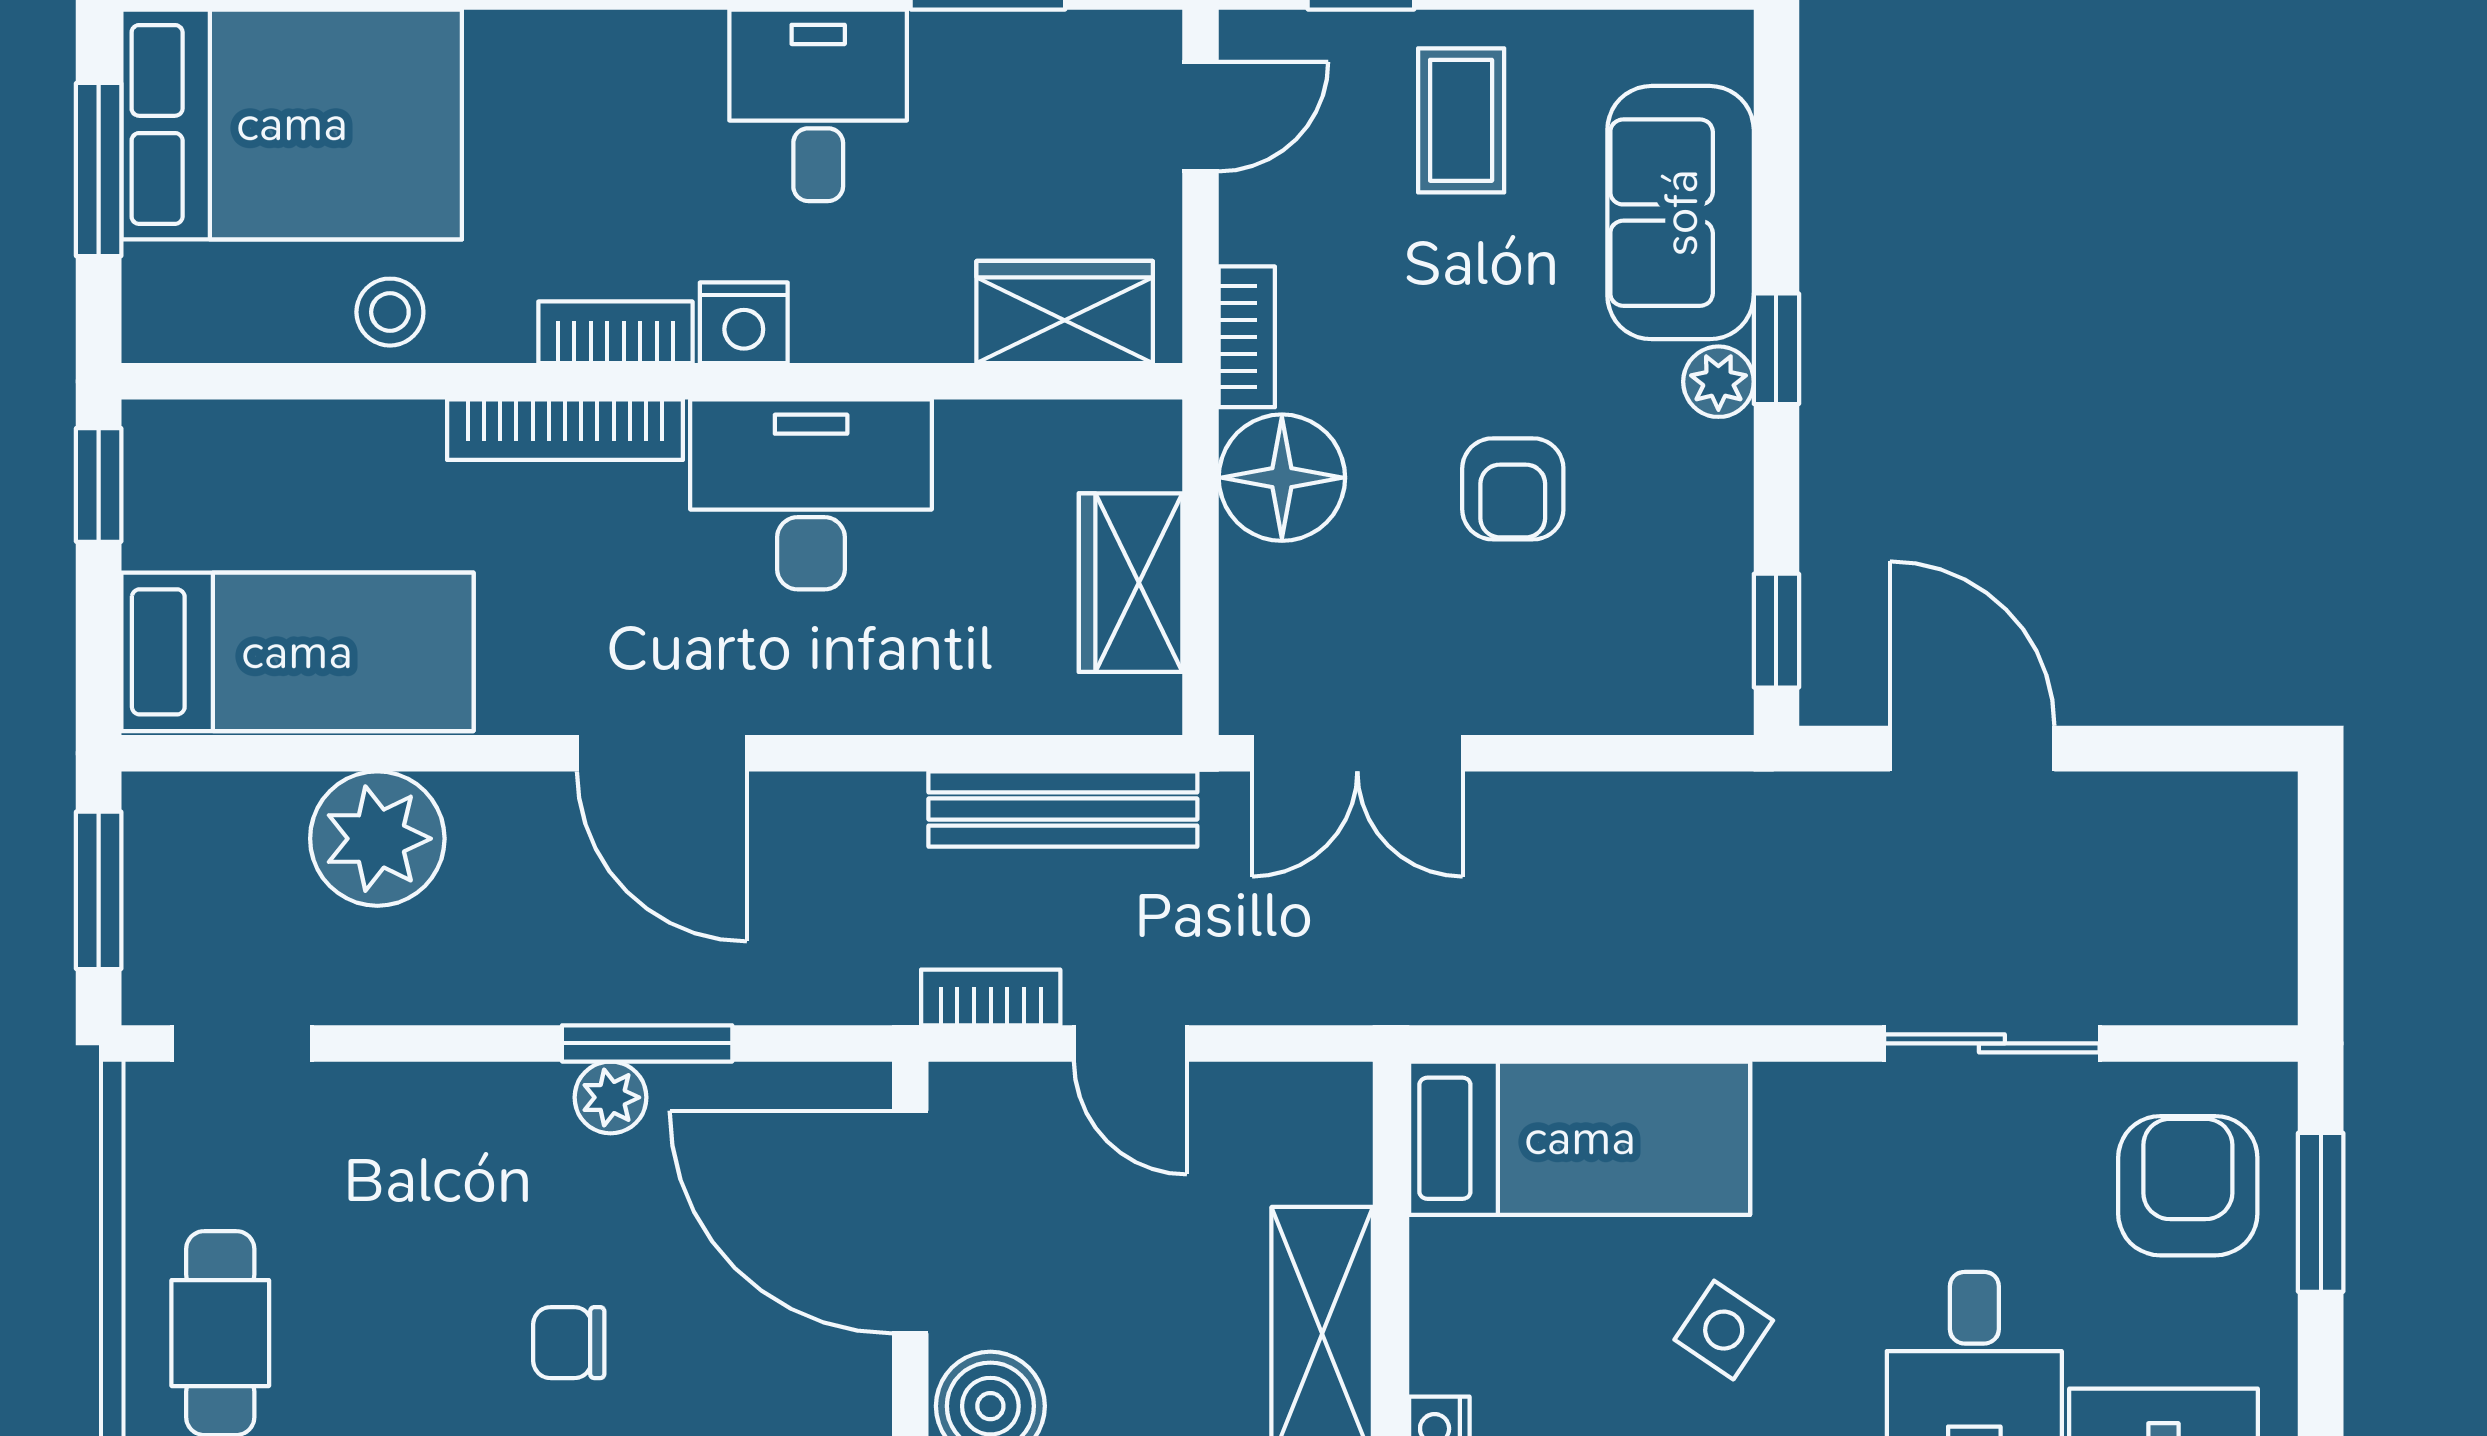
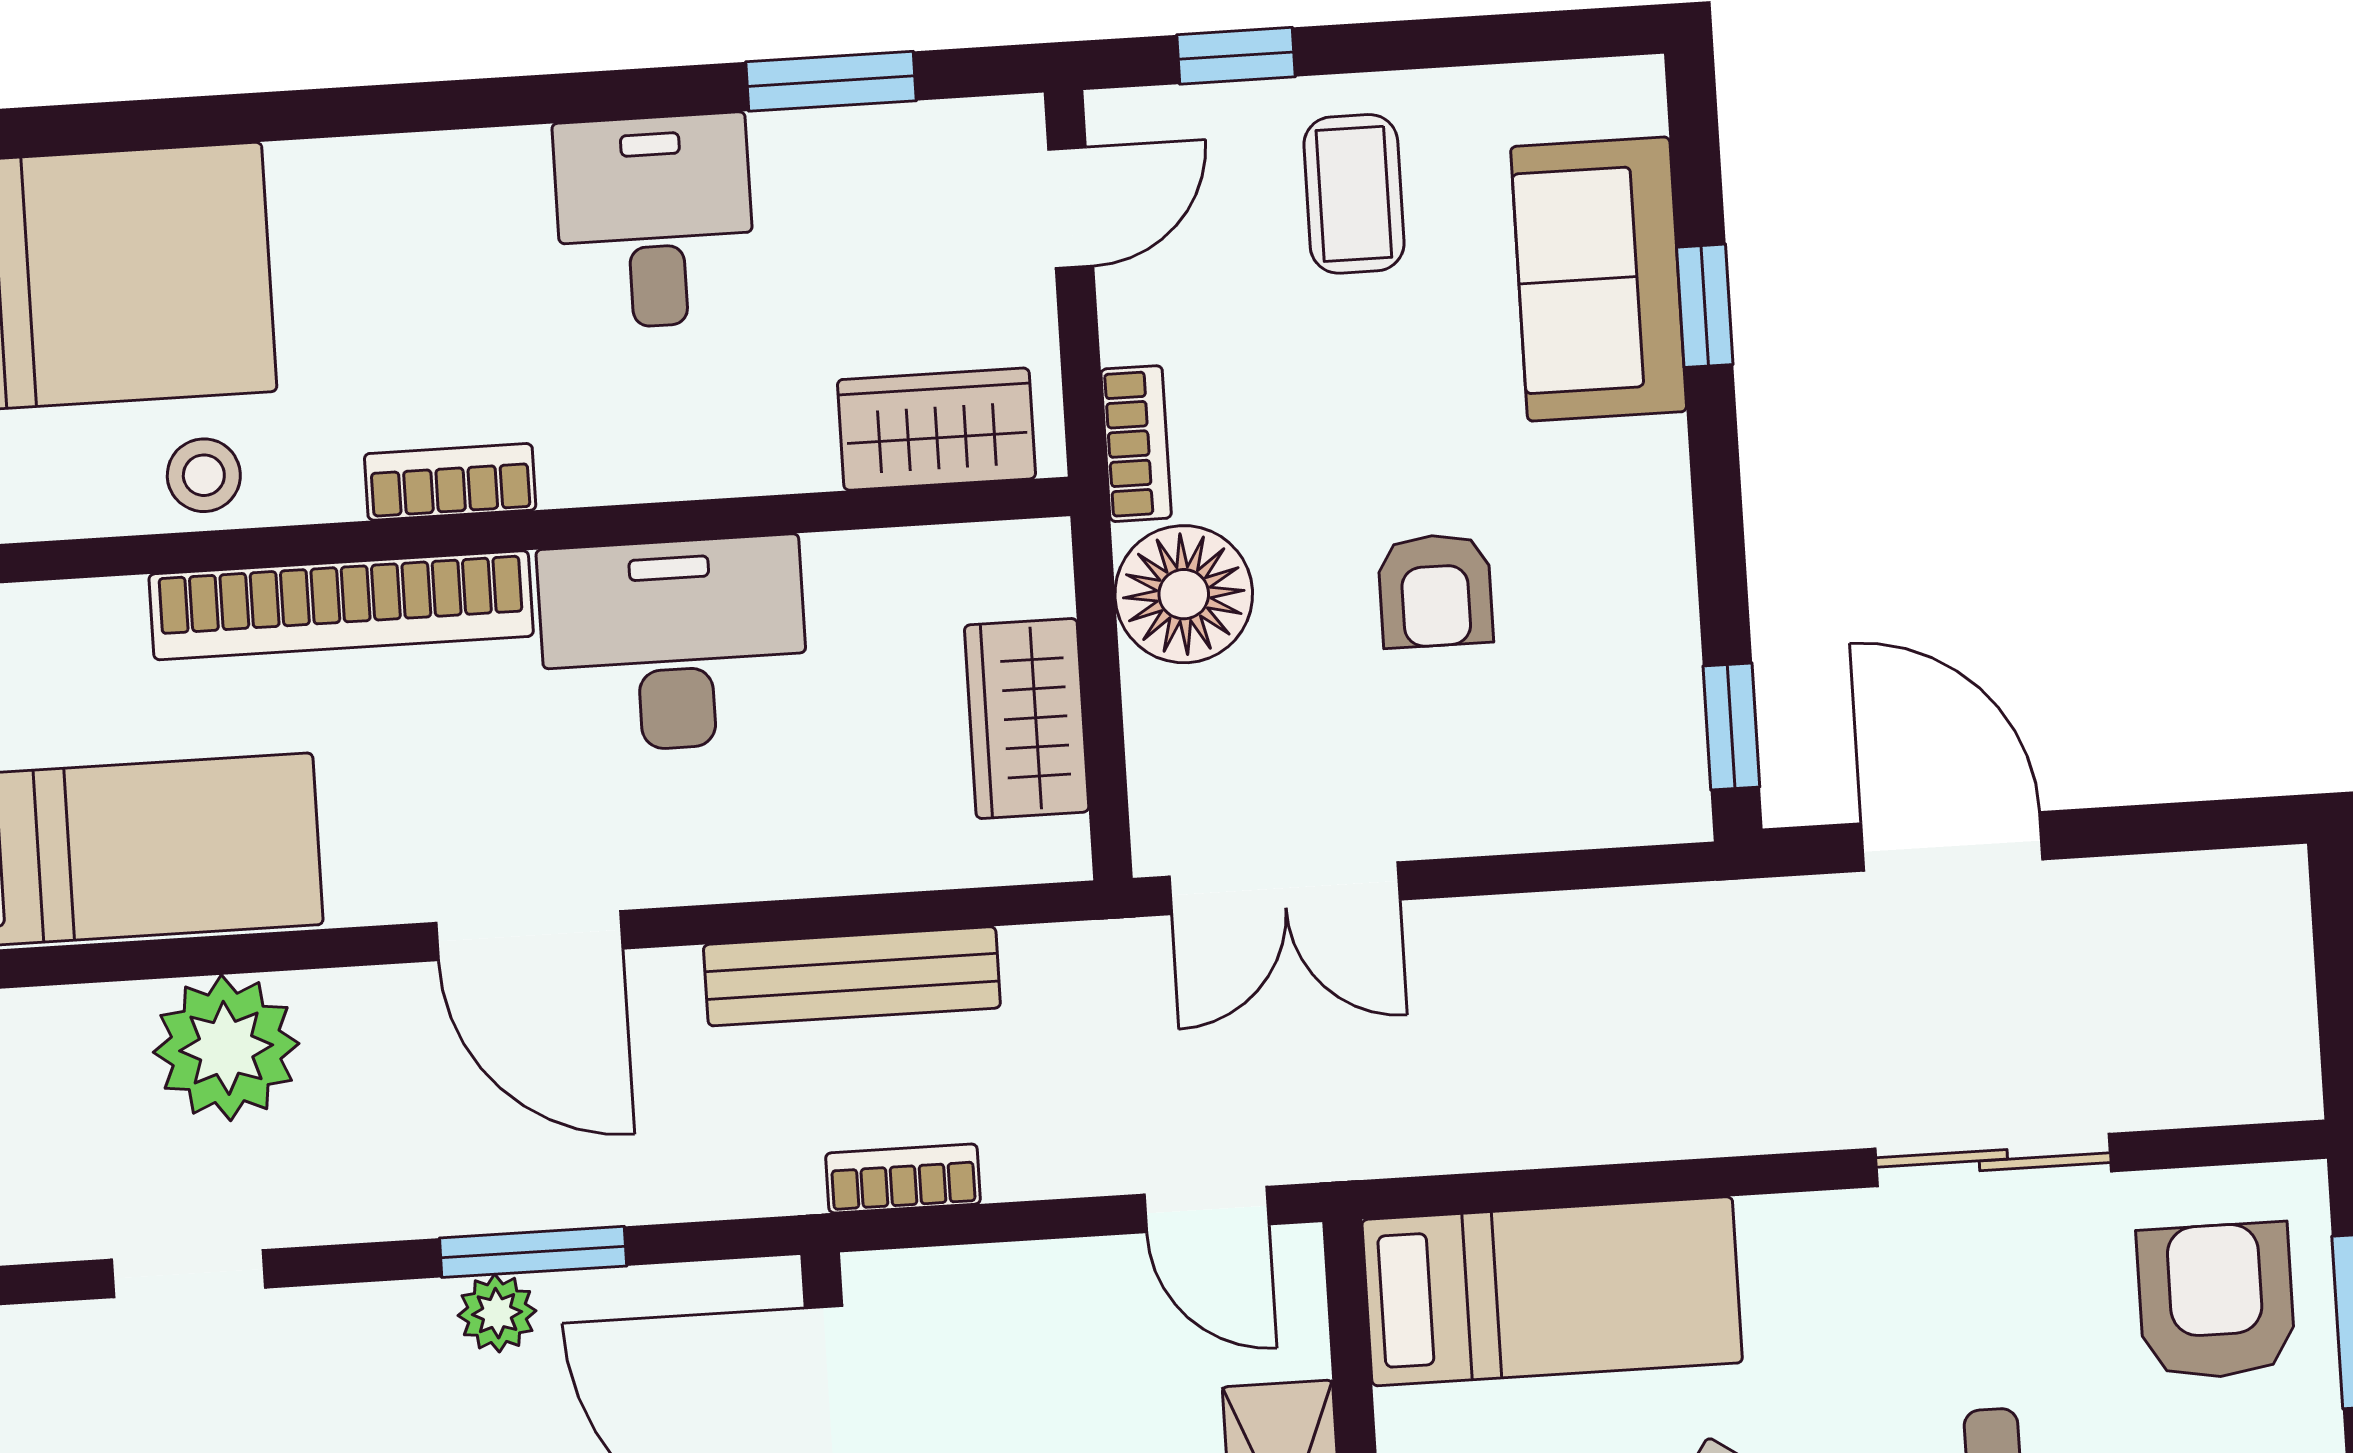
nightstand: (744, 323) -> (589, 463), removed
window: (1776, 349) -> (1705, 306), moved
plant: (1718, 382) -> (1651, 460), removed
bookcase: (565, 430) -> (341, 605), width x1.48, depth x1.31
bench: (1063, 809) -> (852, 976), moved
doorway: (242, 1043) -> (189, 1274), moved
door: (1130, 1043) -> (1207, 1210), moved

